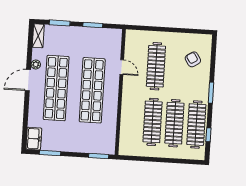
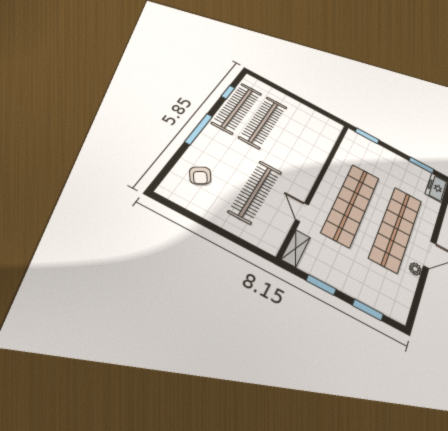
shelving: (38, 36) -> (296, 248), moved
window: (211, 93) -> (199, 129), width x1.44
clothes rail: (153, 122) -> (290, 136), removed

